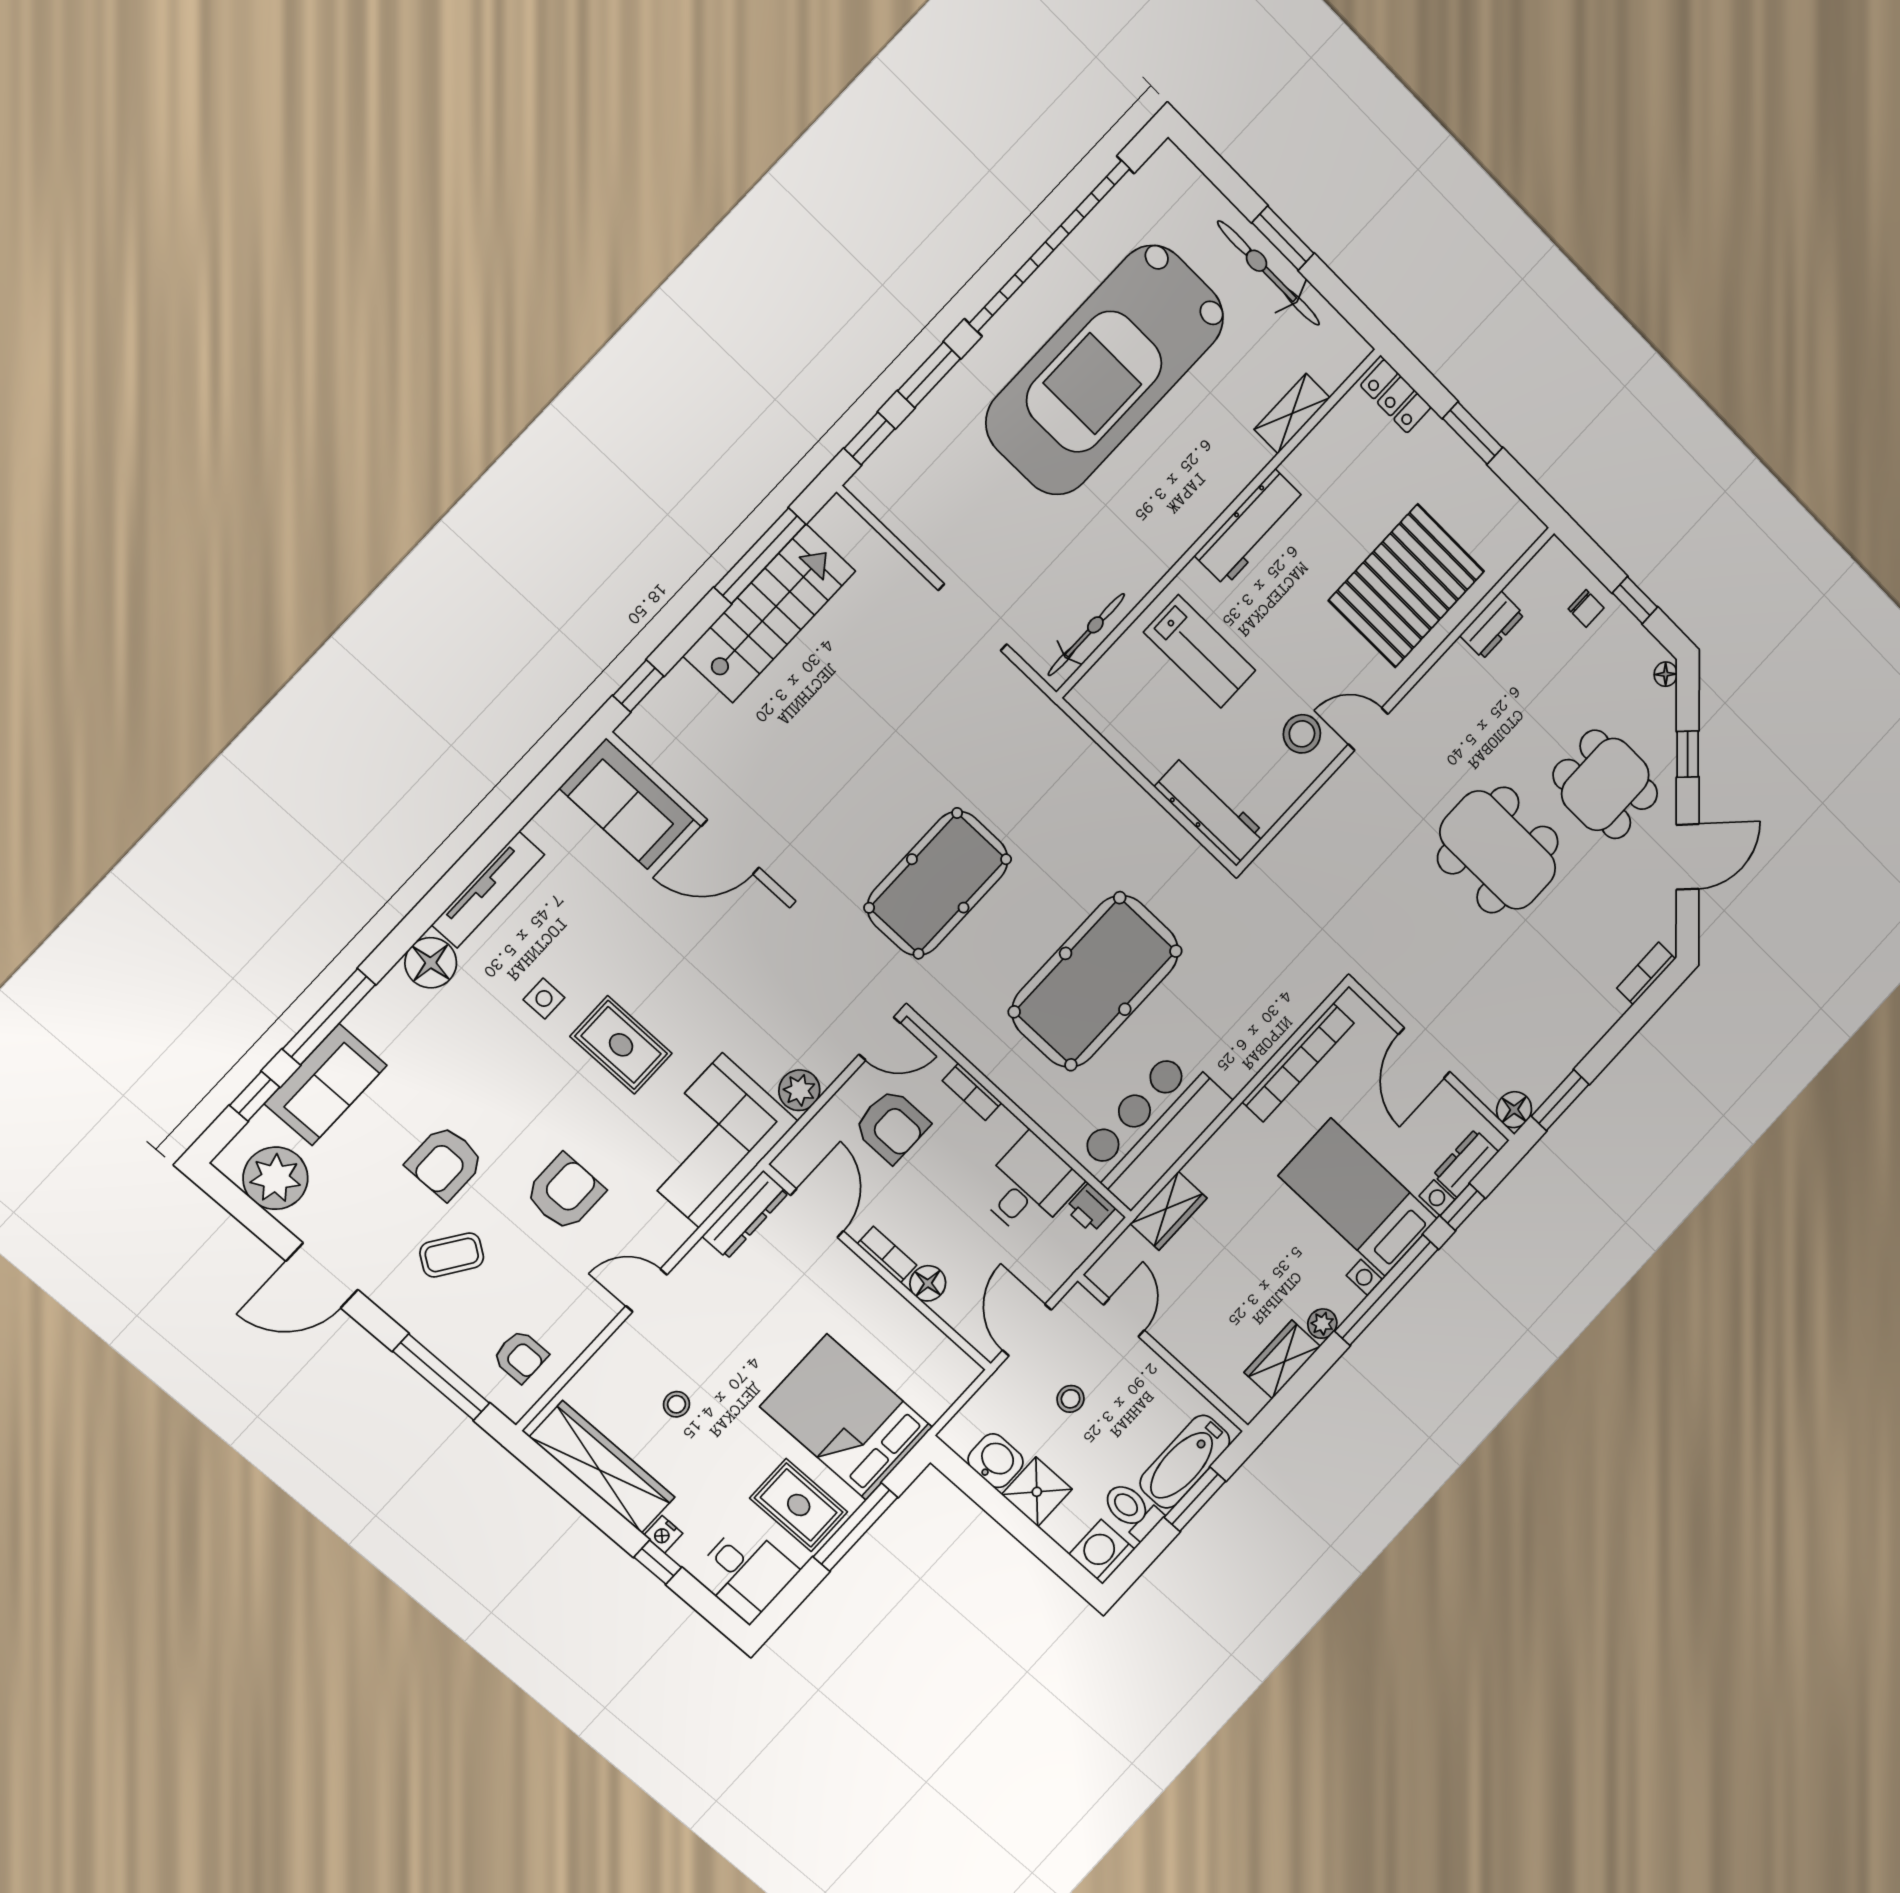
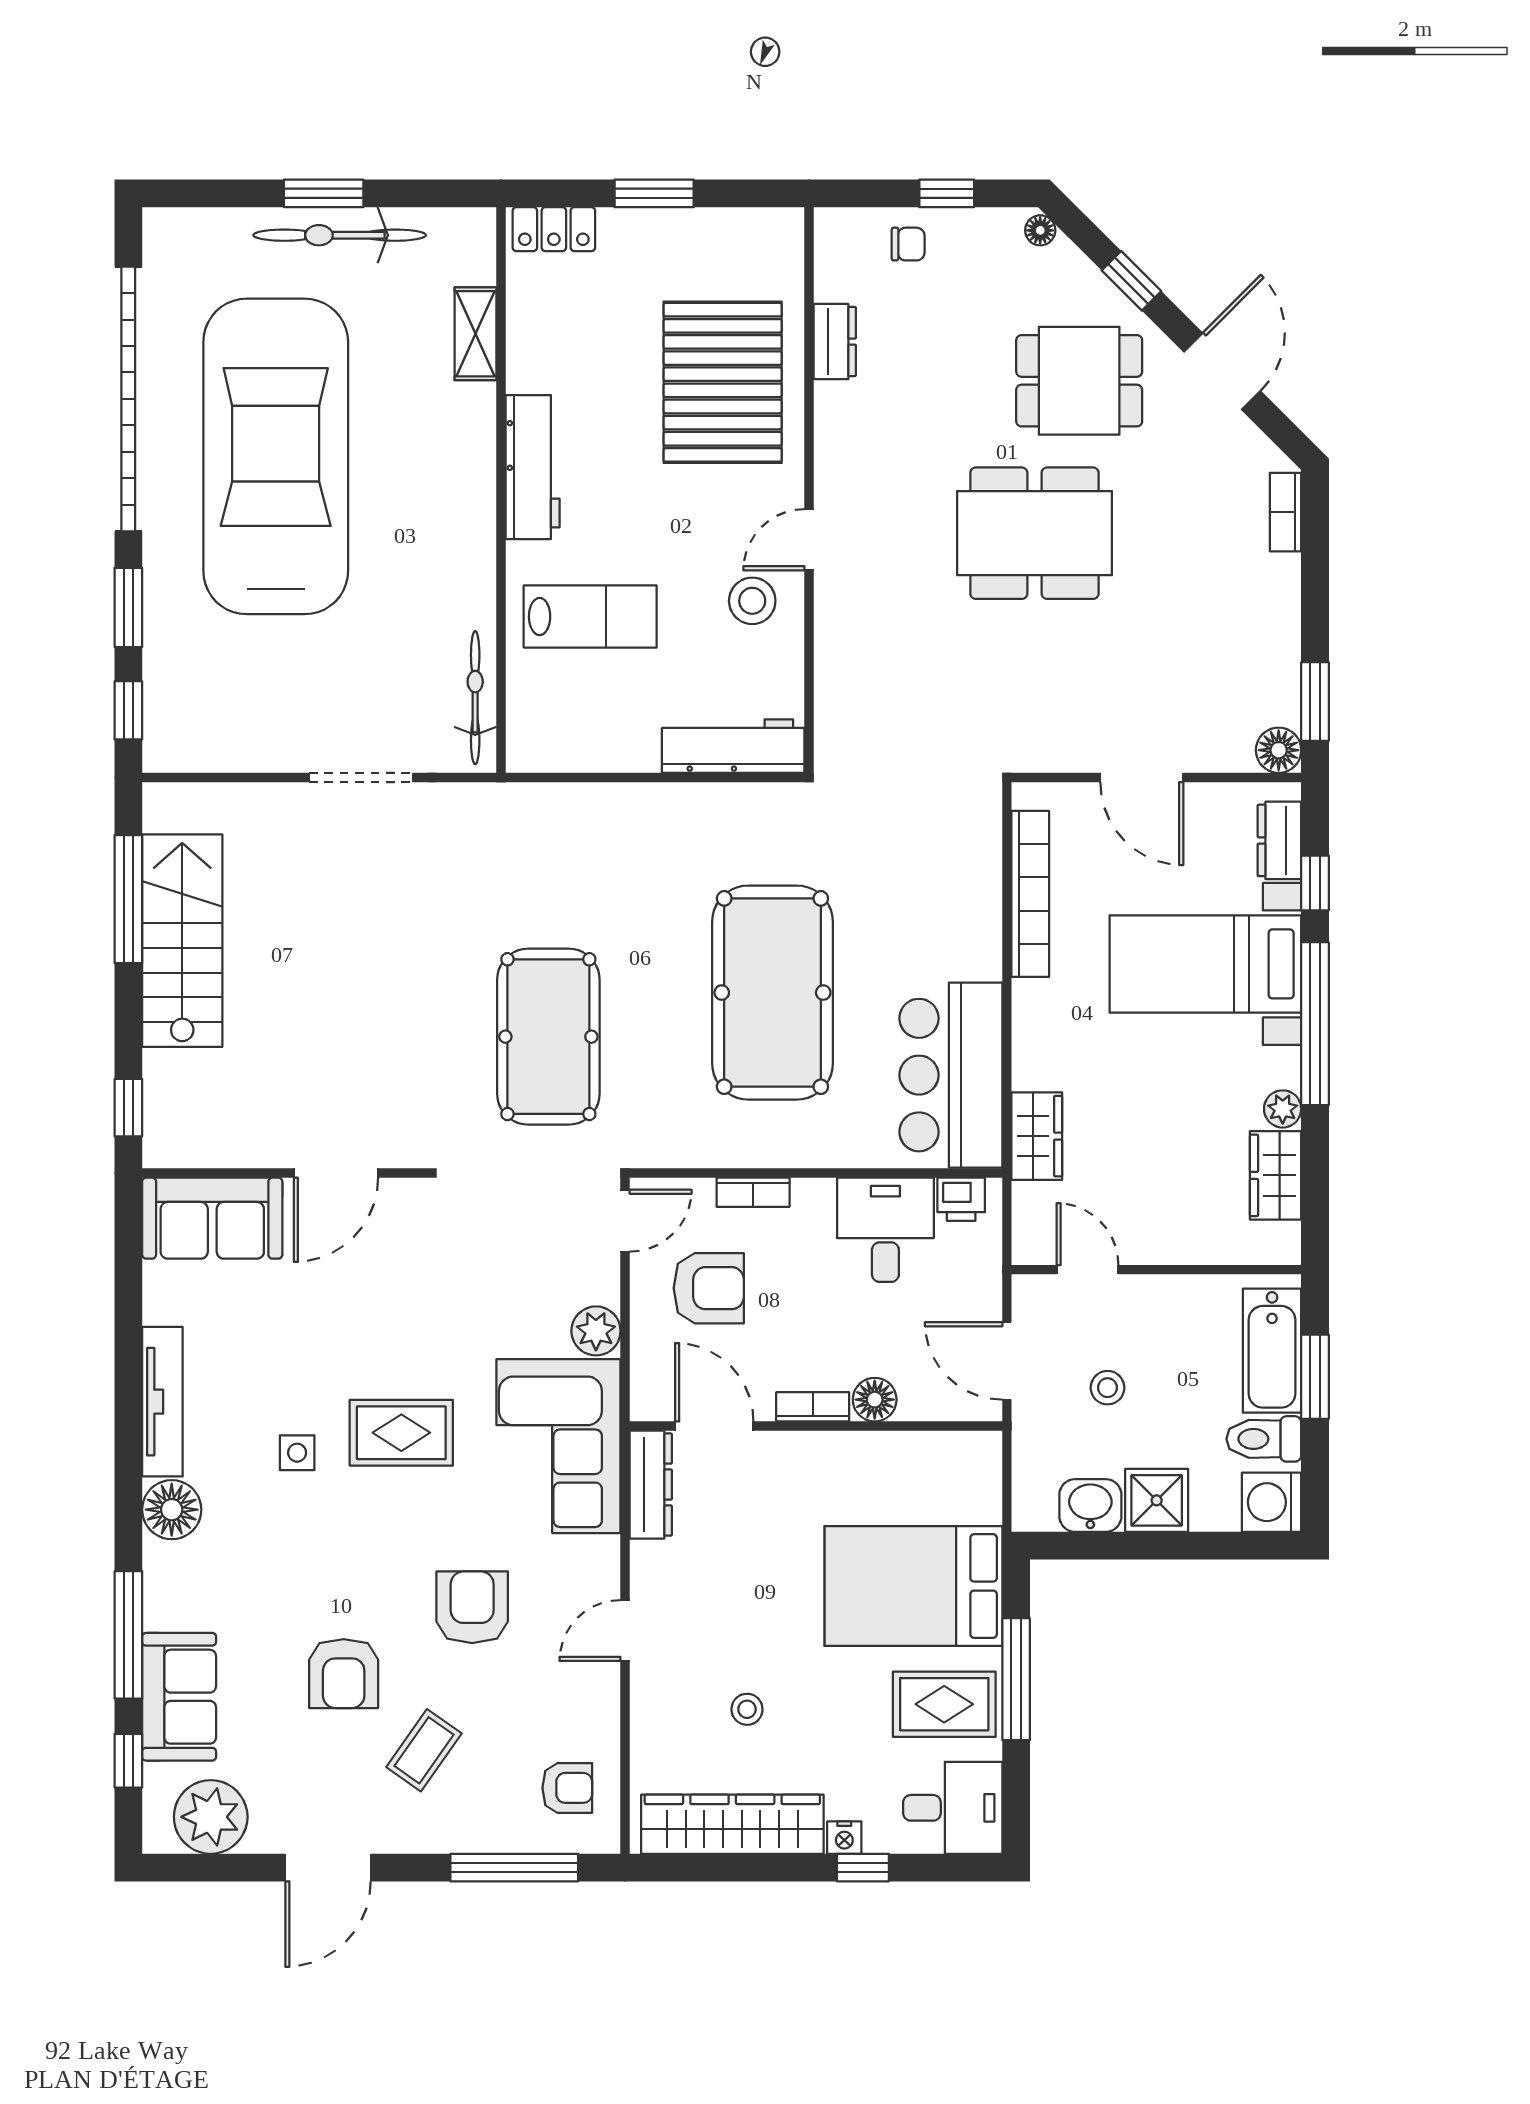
car: (1105, 370) -> (276, 456), turned 180

